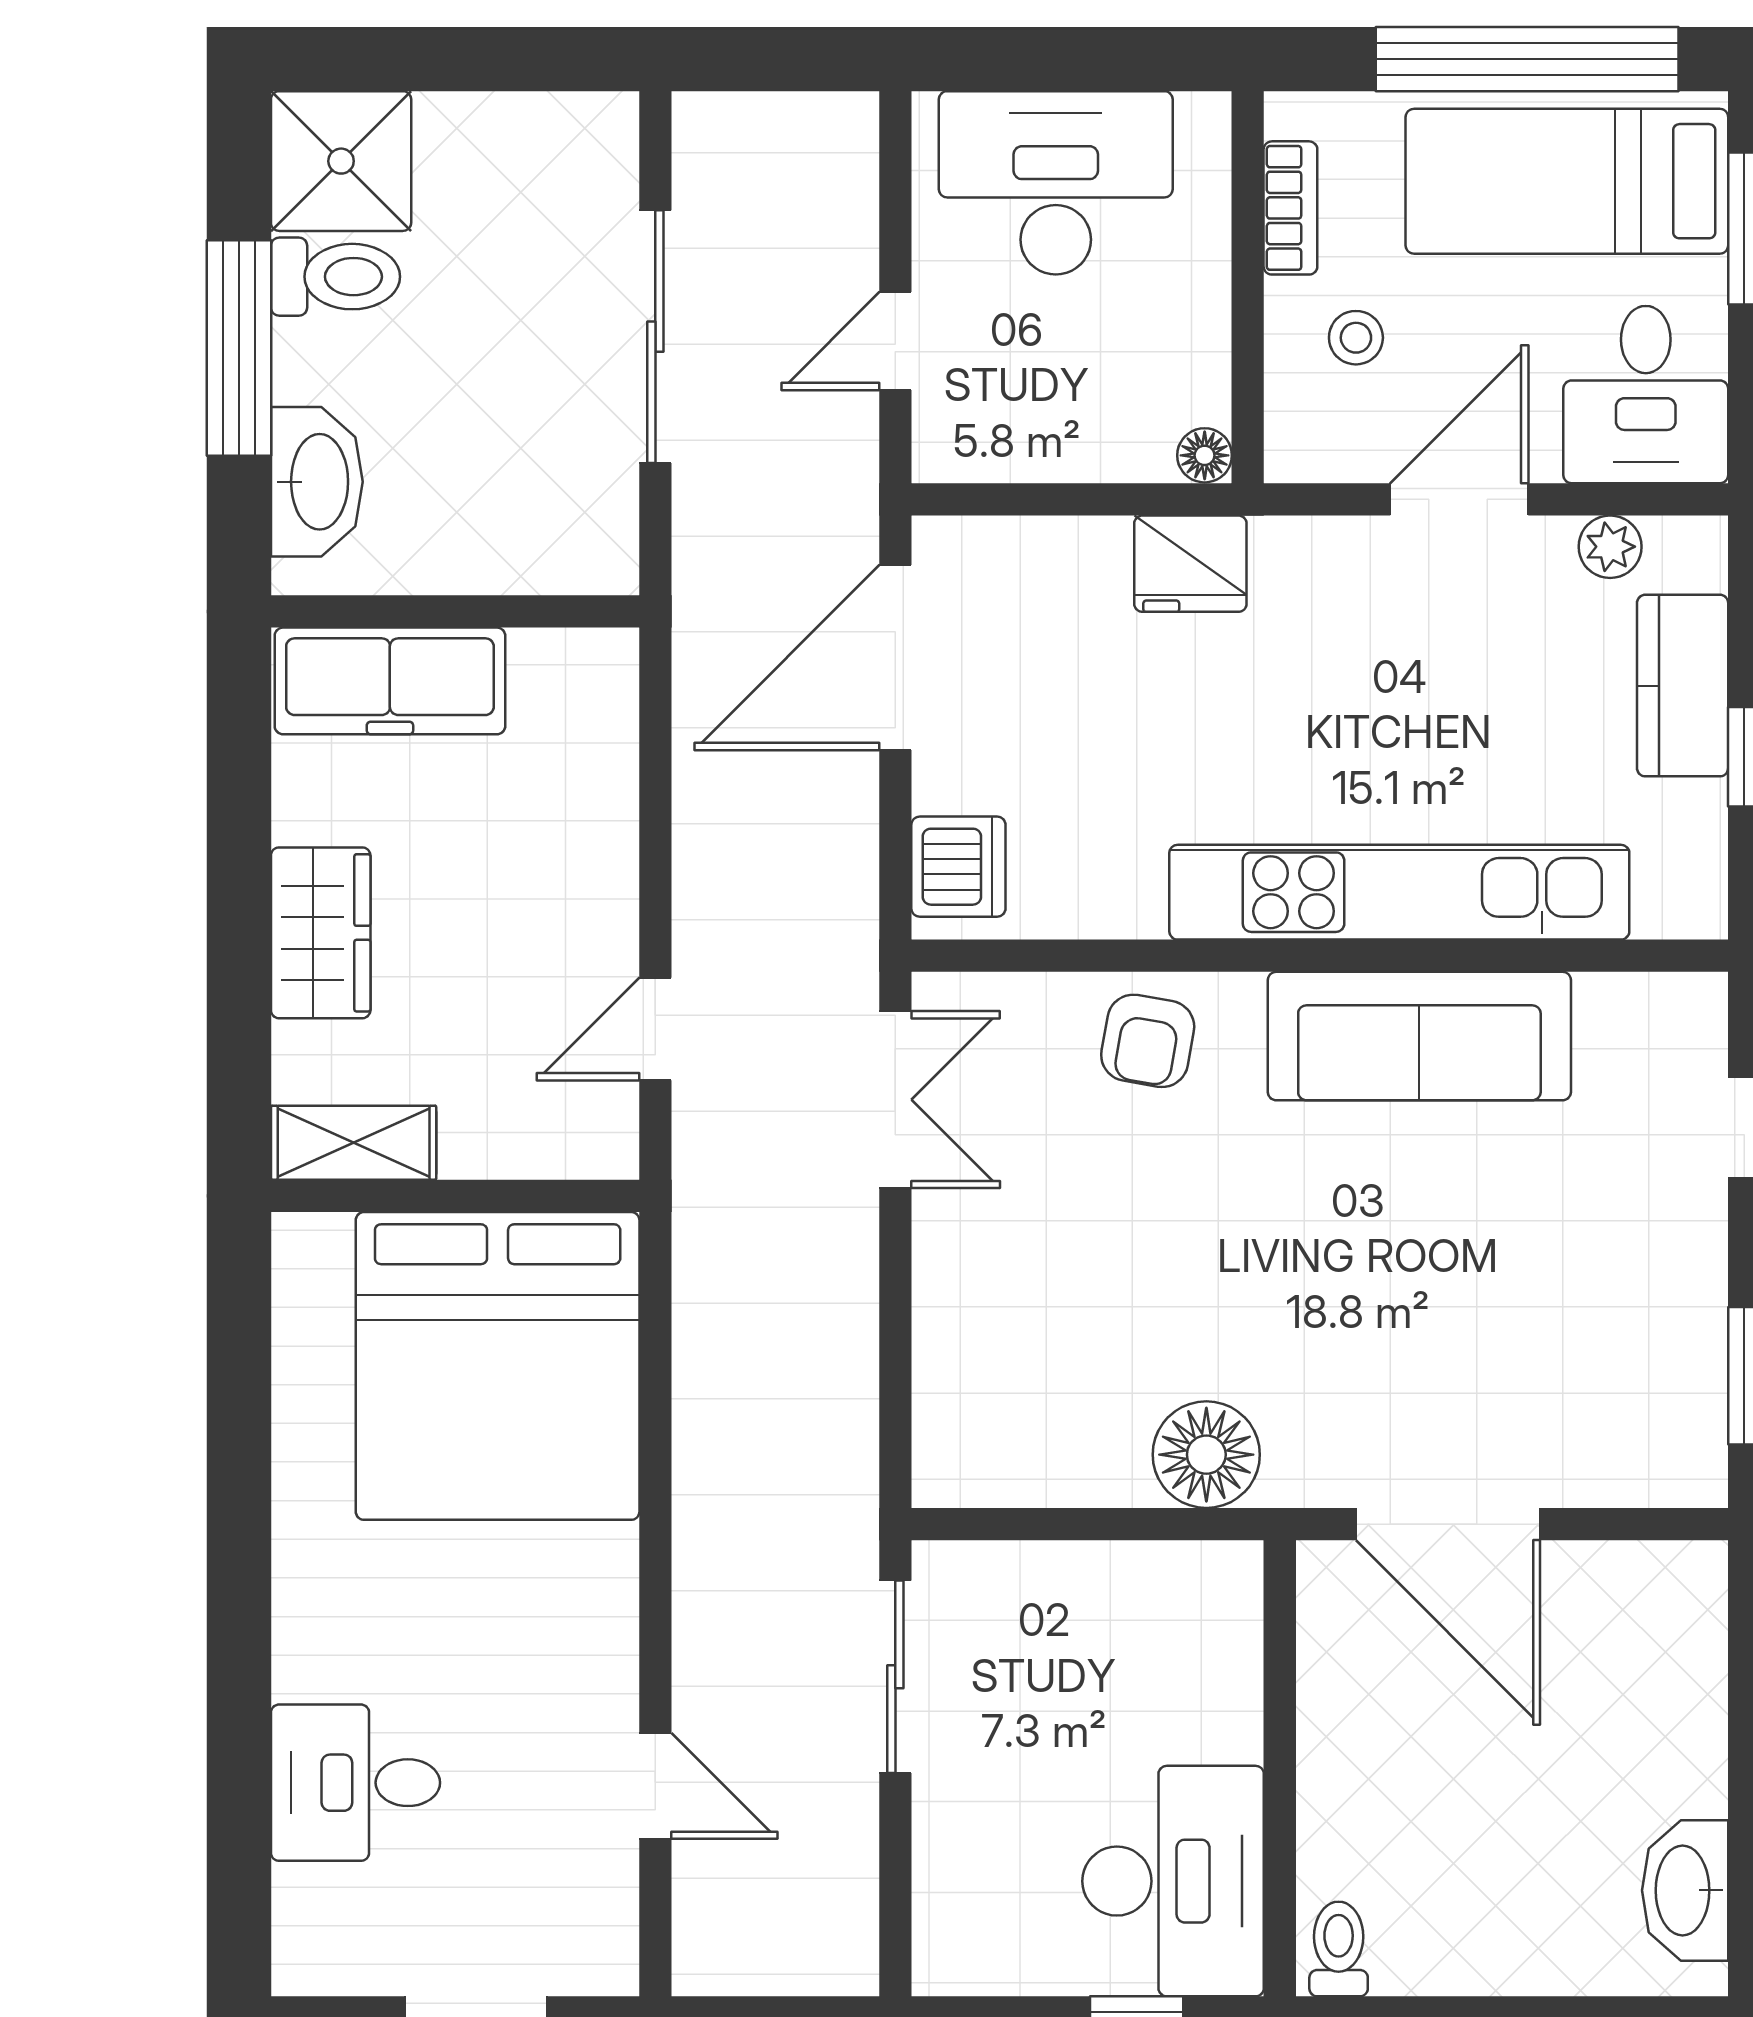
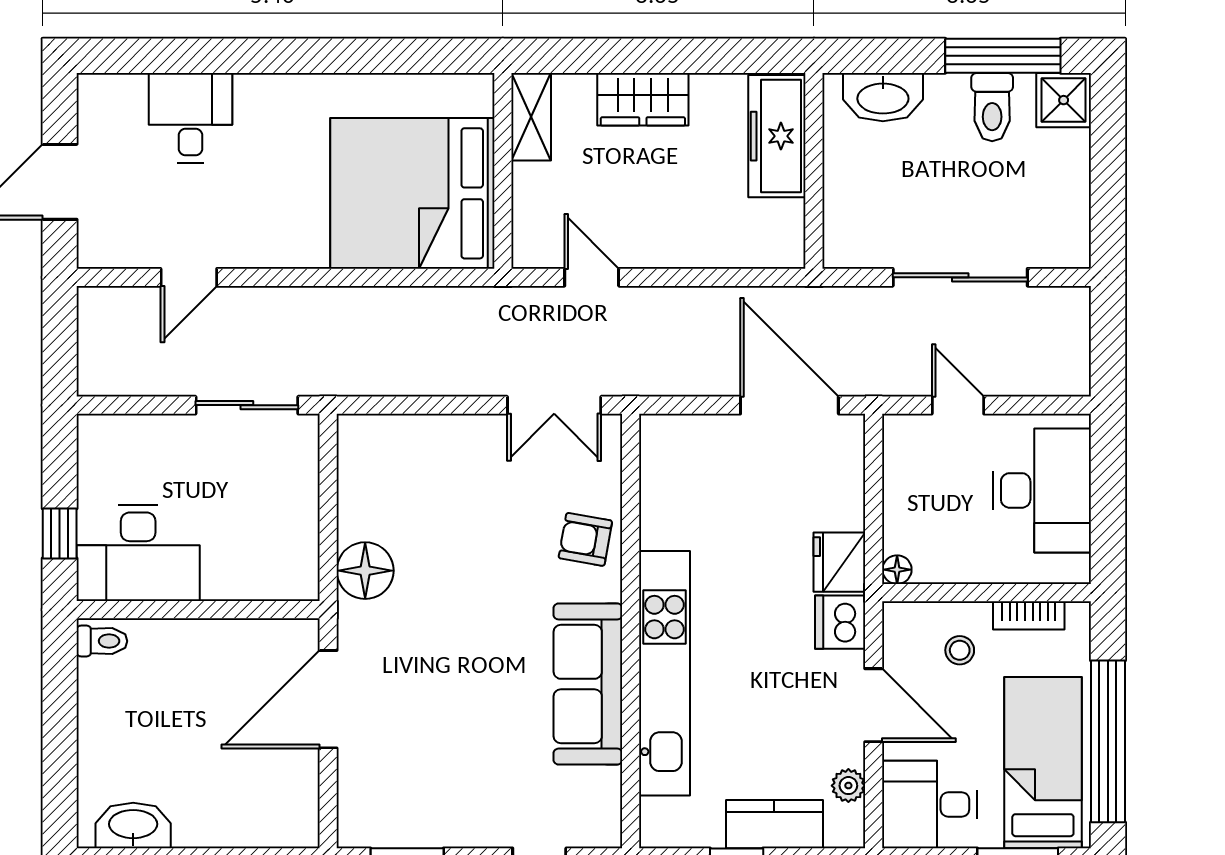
shower: (341, 161) -> (1064, 100), width x0.73, depth x0.73
window: (239, 348) -> (1003, 56), moved
dishwasher: (958, 867) -> (840, 622), moved, turned 90

